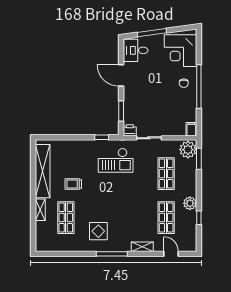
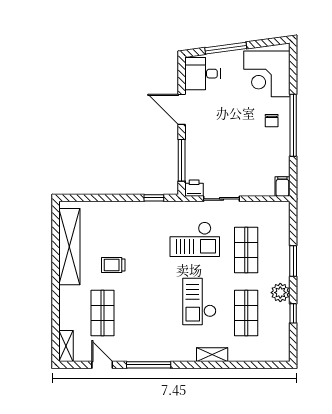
window: (121, 111) -> (182, 160), width x1.44
plant: (188, 150) -> (278, 216), removed
window: (199, 159) -> (293, 261), moved
checkout: (116, 160) -> (195, 239), moved
checkout: (133, 209) -> (199, 301), added
shelving: (40, 210) -> (66, 346), moved
display table: (98, 231) -> (149, 332), removed
window: (112, 254) -> (149, 365), moved
door: (171, 254) -> (102, 365), moved

